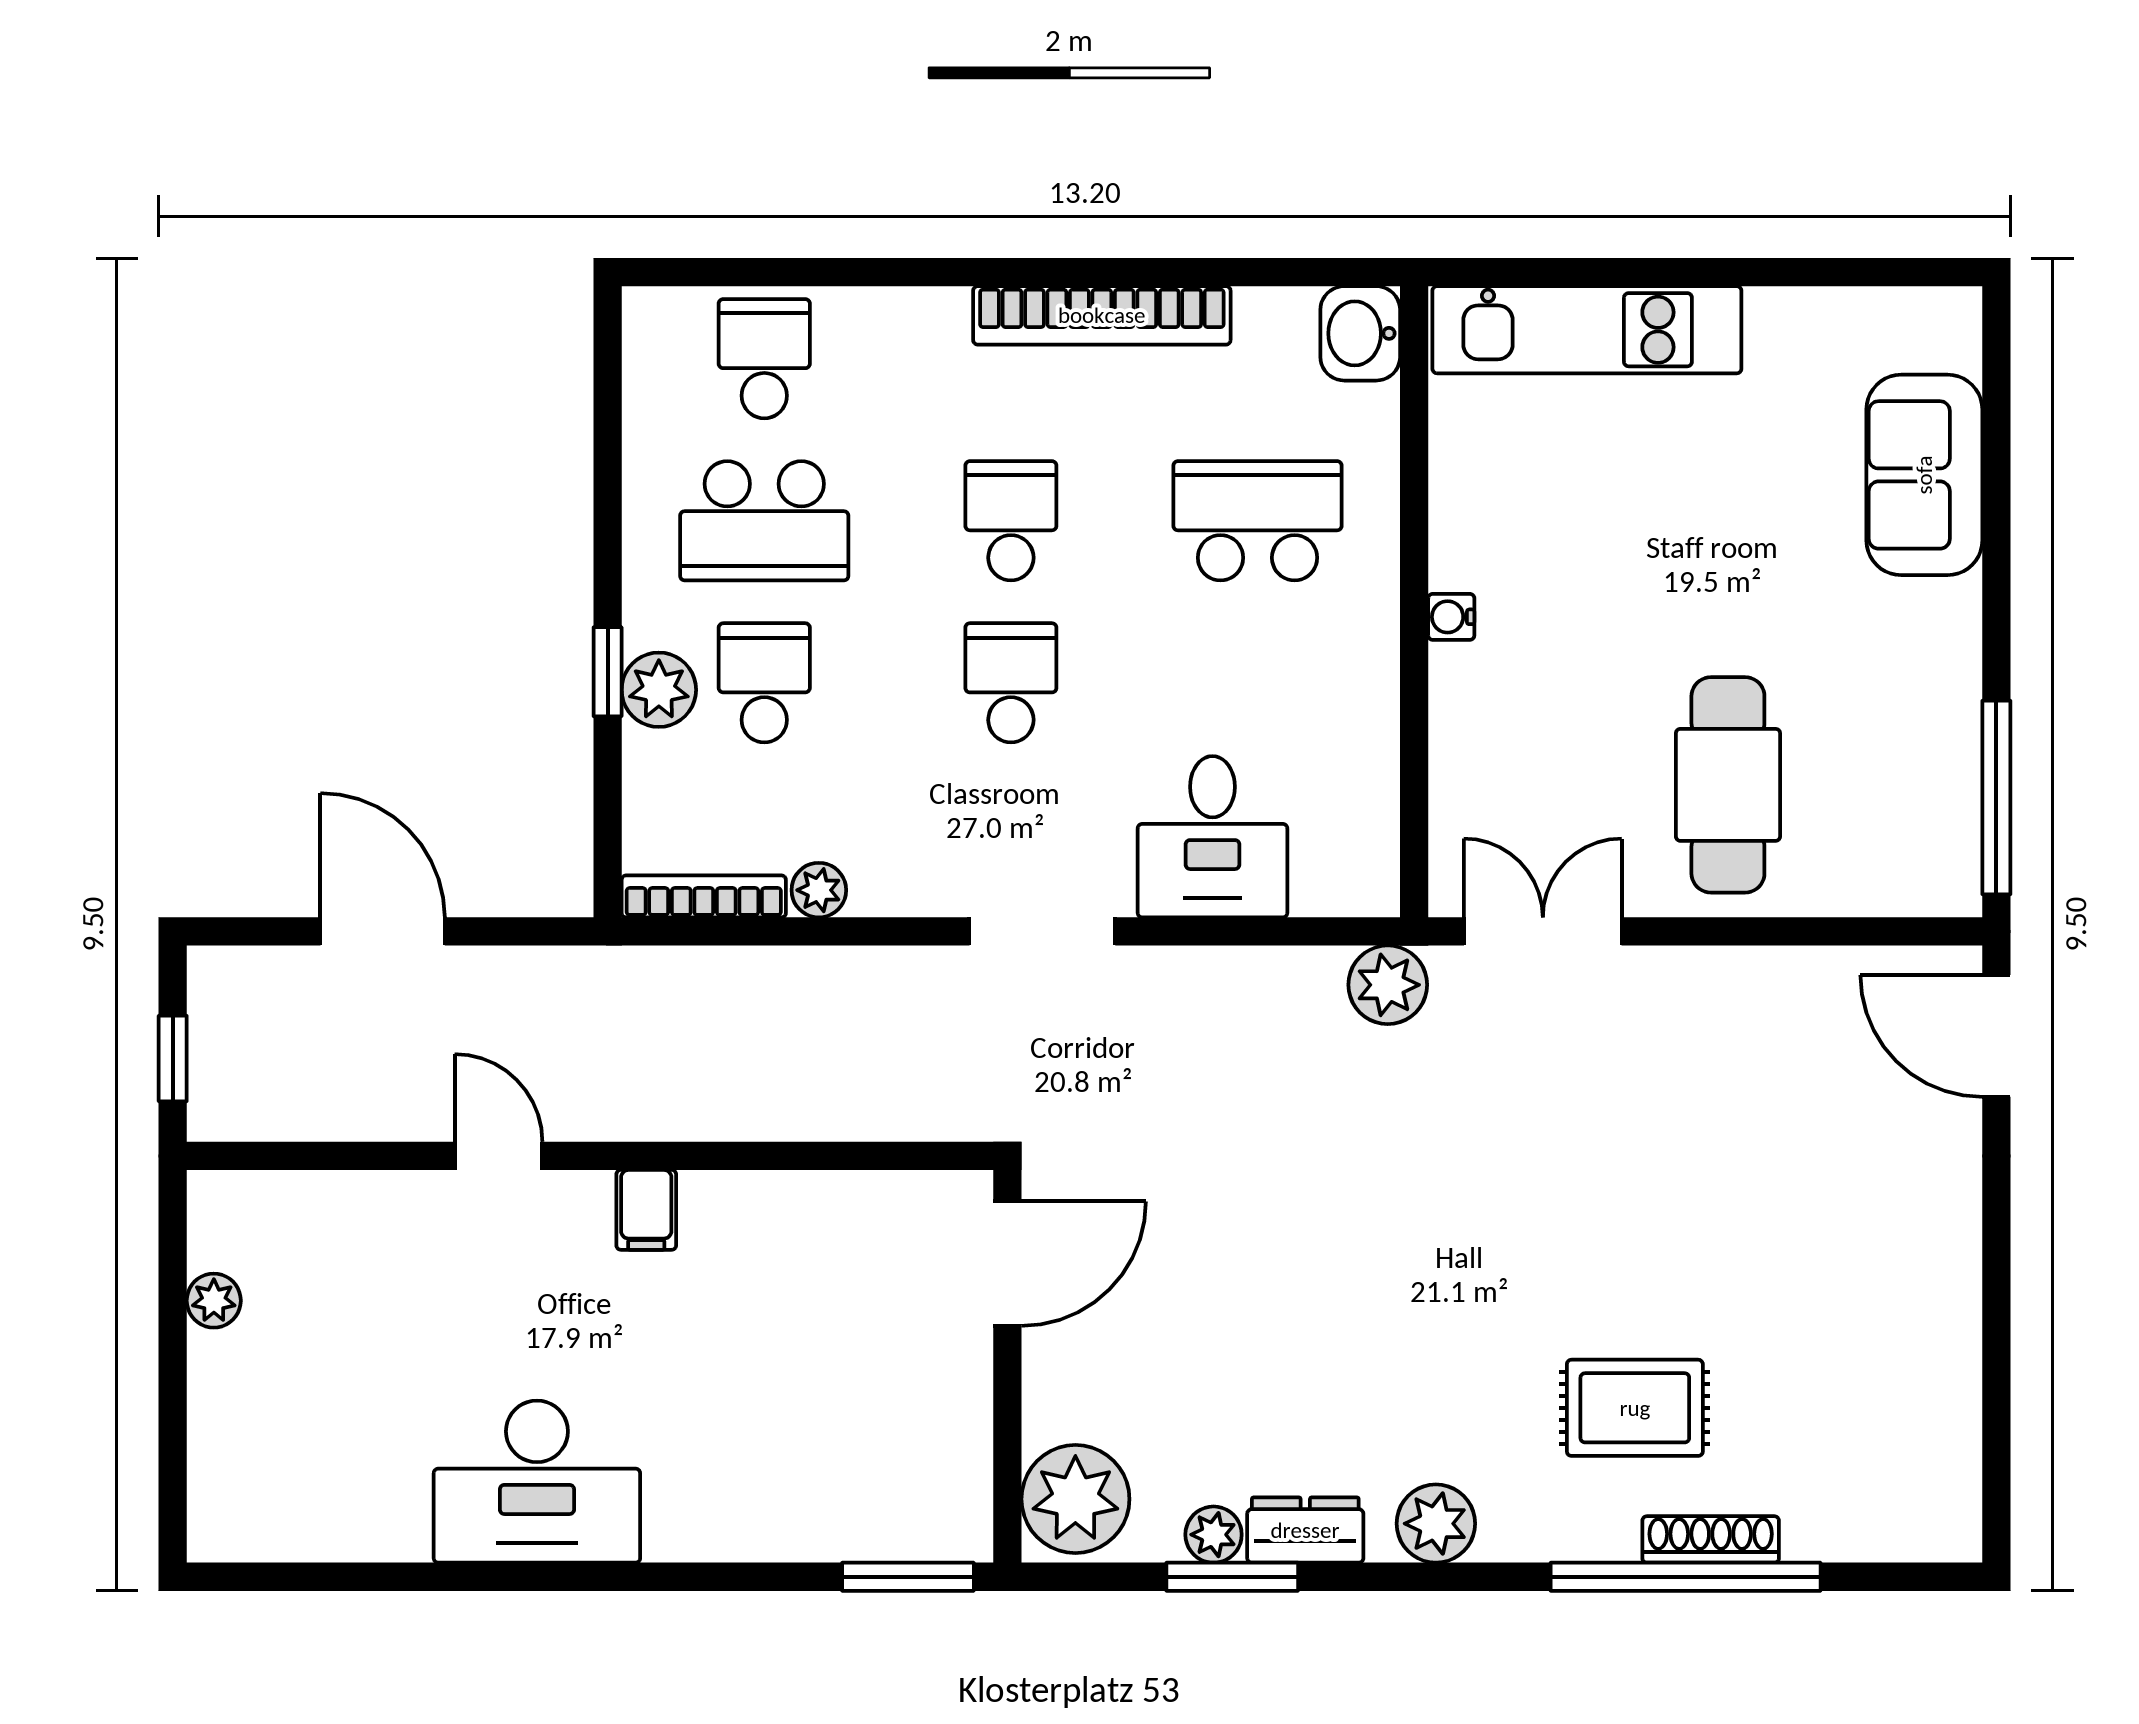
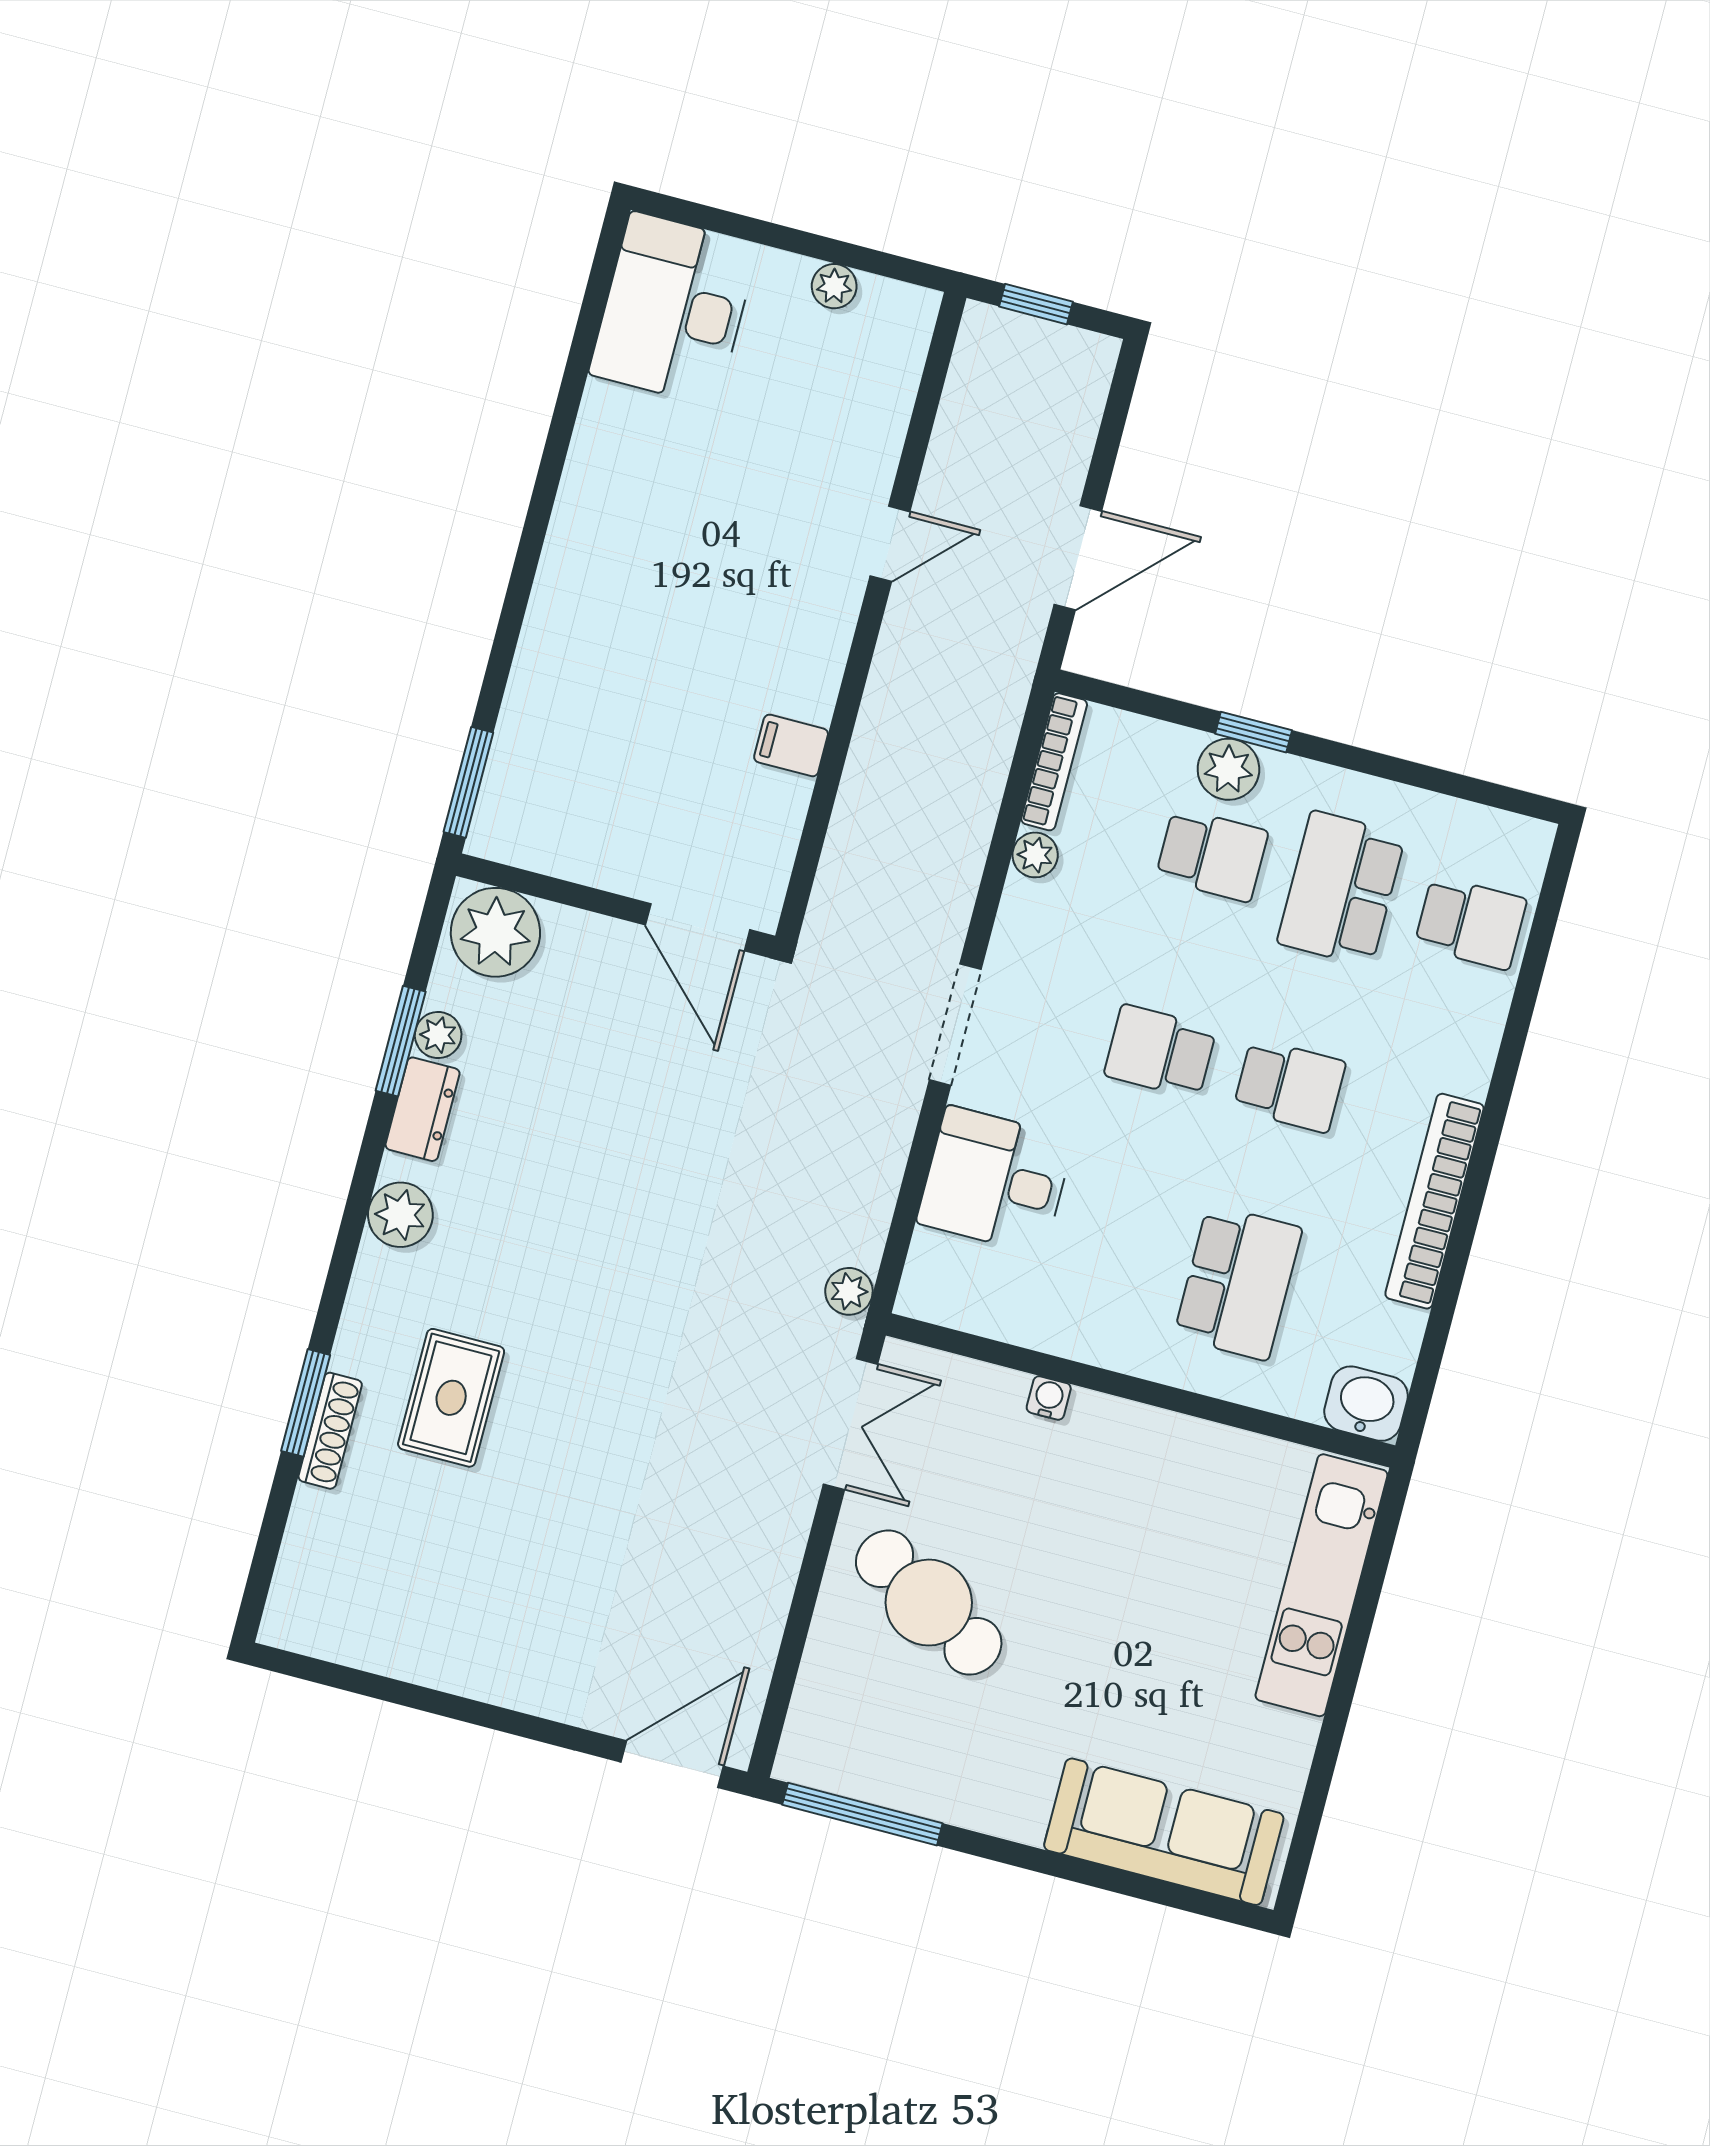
sofa: (1924, 475) -> (1164, 1832), width x1.36
water cooler: (1451, 617) -> (1049, 1398), moved
school desk: (1011, 683) -> (1160, 1052), turned 180
cafe table: (1728, 785) -> (929, 1603), turned 30
door: (383, 931) -> (1078, 558), moved
plant: (1388, 985) -> (849, 1291), width x0.73, depth x0.73
filing cabinet: (646, 1210) -> (791, 745), moved
desk: (537, 1482) -> (674, 309), moved
window: (1686, 1577) -> (306, 1403), width x0.47

